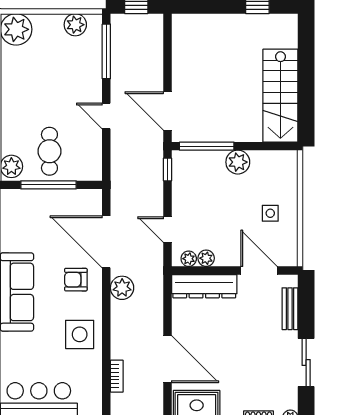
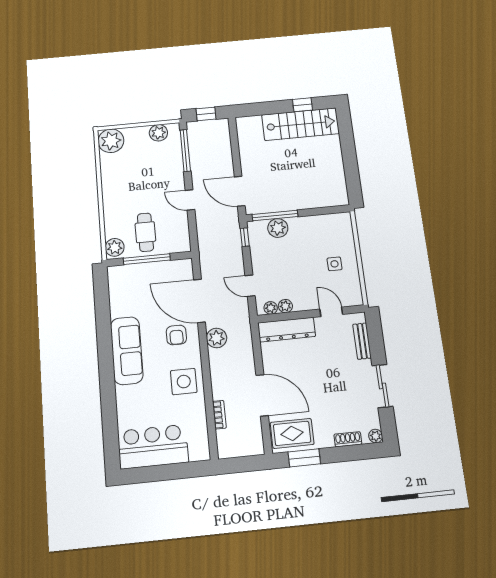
stairs: (280, 96) -> (300, 124), moved, turned -90
plant: (238, 162) -> (278, 228), moved
door: (259, 270) -> (331, 312), width x0.73
armchair: (76, 280) -> (176, 335), turned -90

